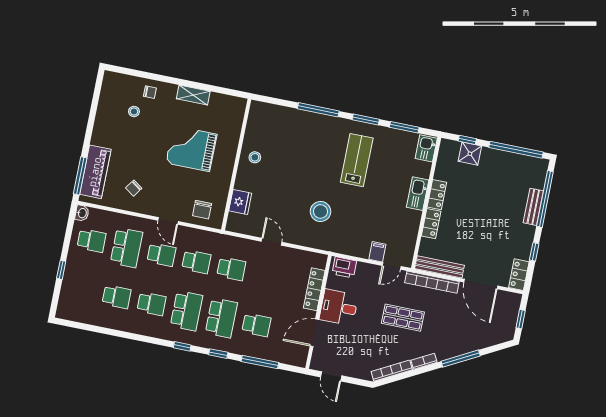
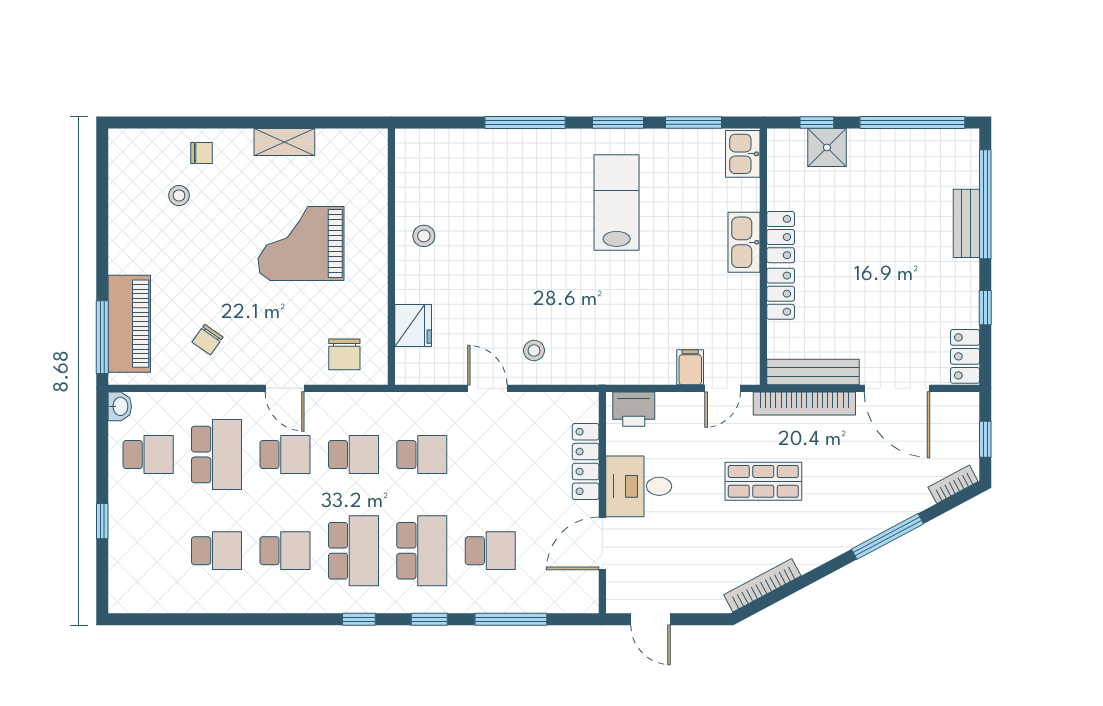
stool: (320, 211) -> (534, 350), moved, width x0.53, depth x0.53
bookcase: (424, 361) -> (953, 484), moved

